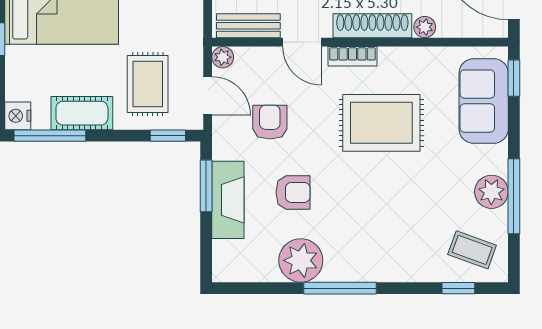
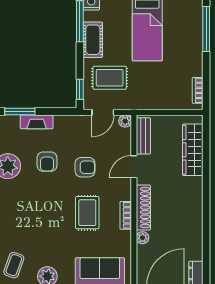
bookcase: (352, 56) -> (126, 215), moved
armchair: (270, 122) -> (85, 167), moved
rug: (381, 123) -> (87, 213), width x0.73, depth x0.70
window: (206, 186) -> (20, 112), moved
fireplace: (228, 200) -> (37, 122), width x0.73, depth x0.76

